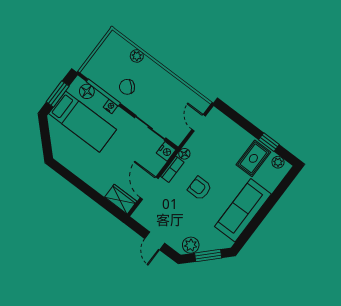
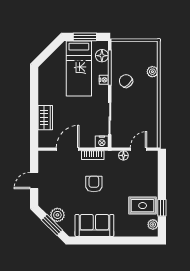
floor lamp: (184, 154) -> (123, 155), moved
wardrobe: (121, 199) -> (45, 118), moved
sofa: (243, 210) -> (94, 225), width x0.73
plant: (191, 245) -> (57, 215), moved

